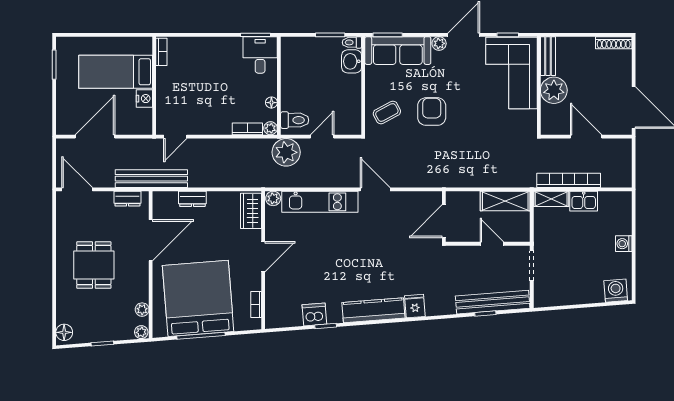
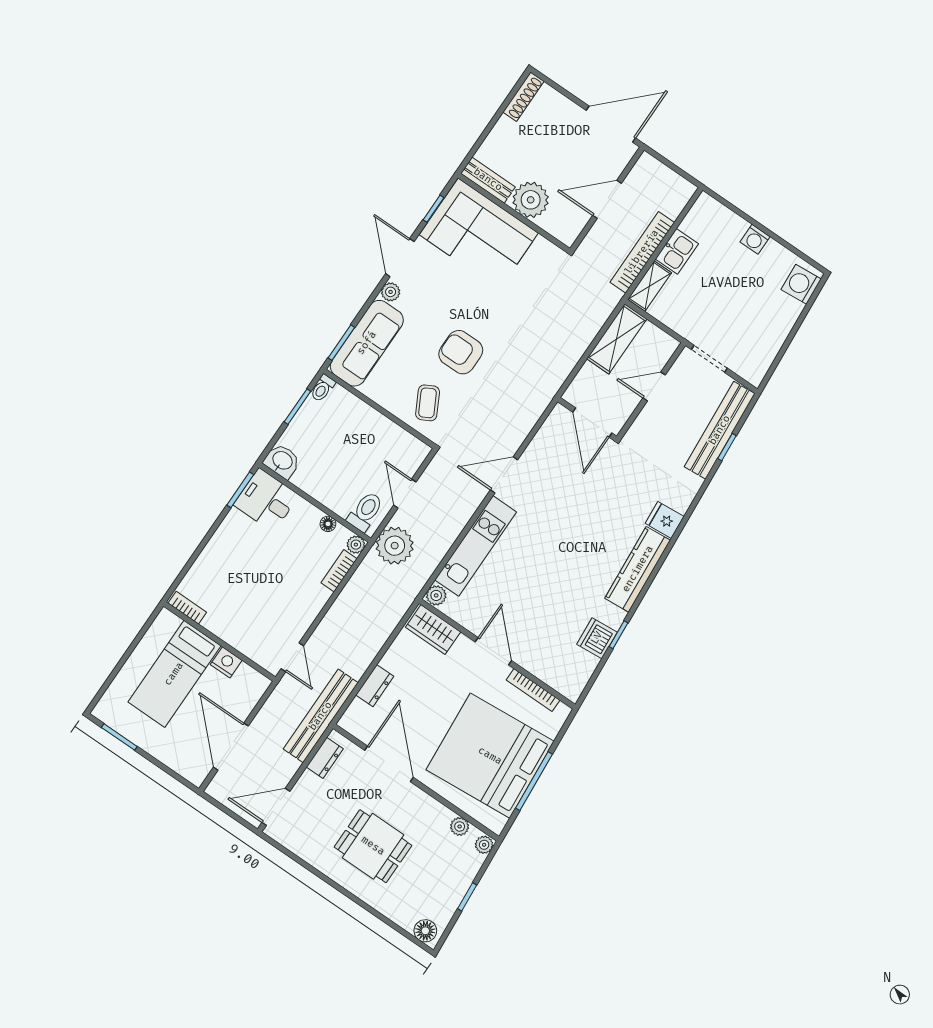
washbasin: (352, 61) -> (282, 461), moved, turned 180
bookcase: (256, 305) -> (533, 690), width x1.56

